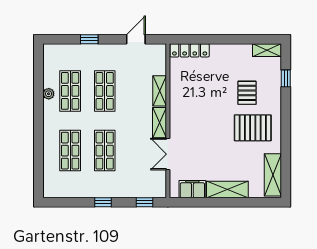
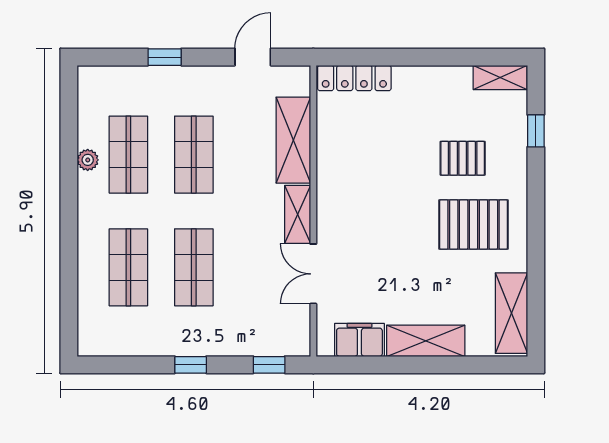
shelving: (160, 91) -> (293, 140), width x1.50, depth x1.33
pallet: (247, 93) -> (463, 158), turned 90

